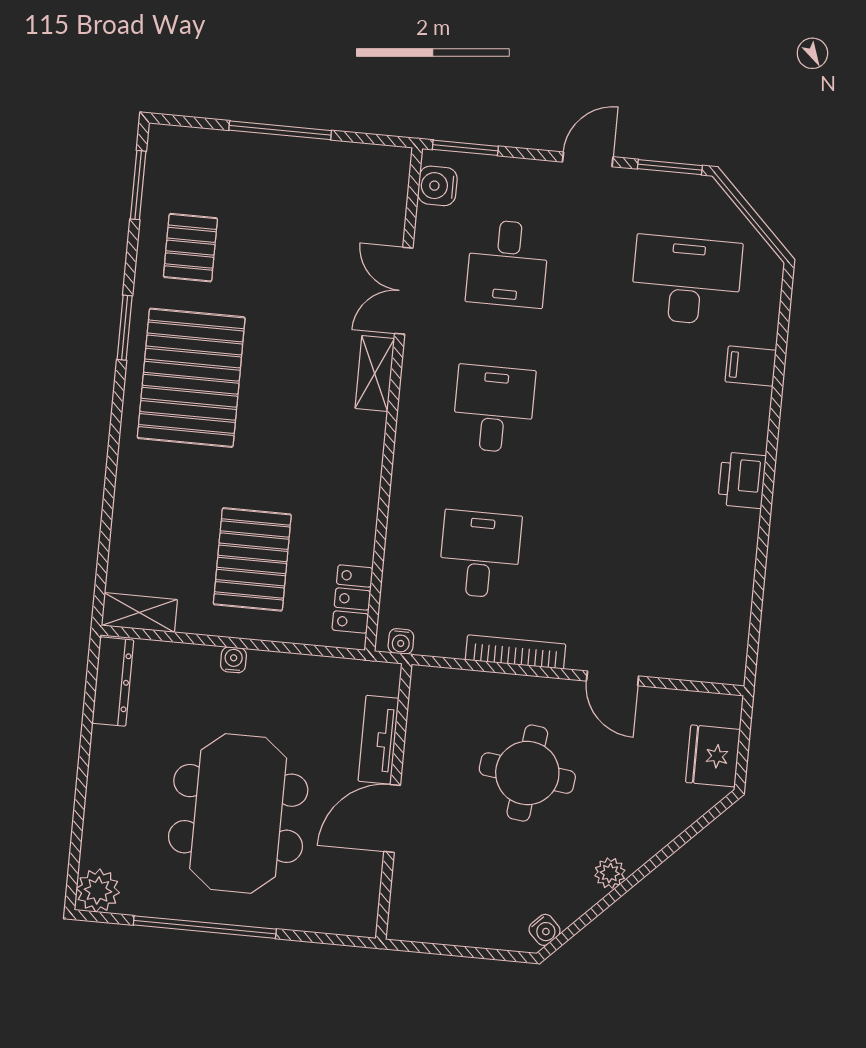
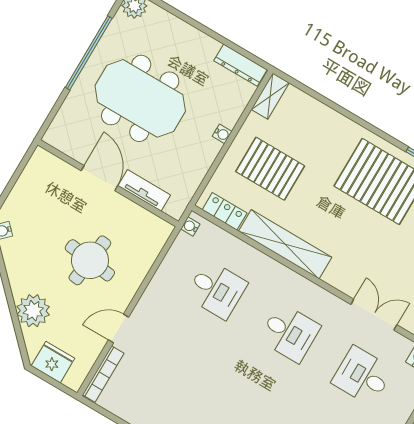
shelving: (375, 373) -> (285, 244), moved, width x2.20, depth x1.33
bookcase: (516, 652) -> (103, 374), moved
plant: (610, 873) -> (33, 311), moved, width x1.88, depth x1.88

